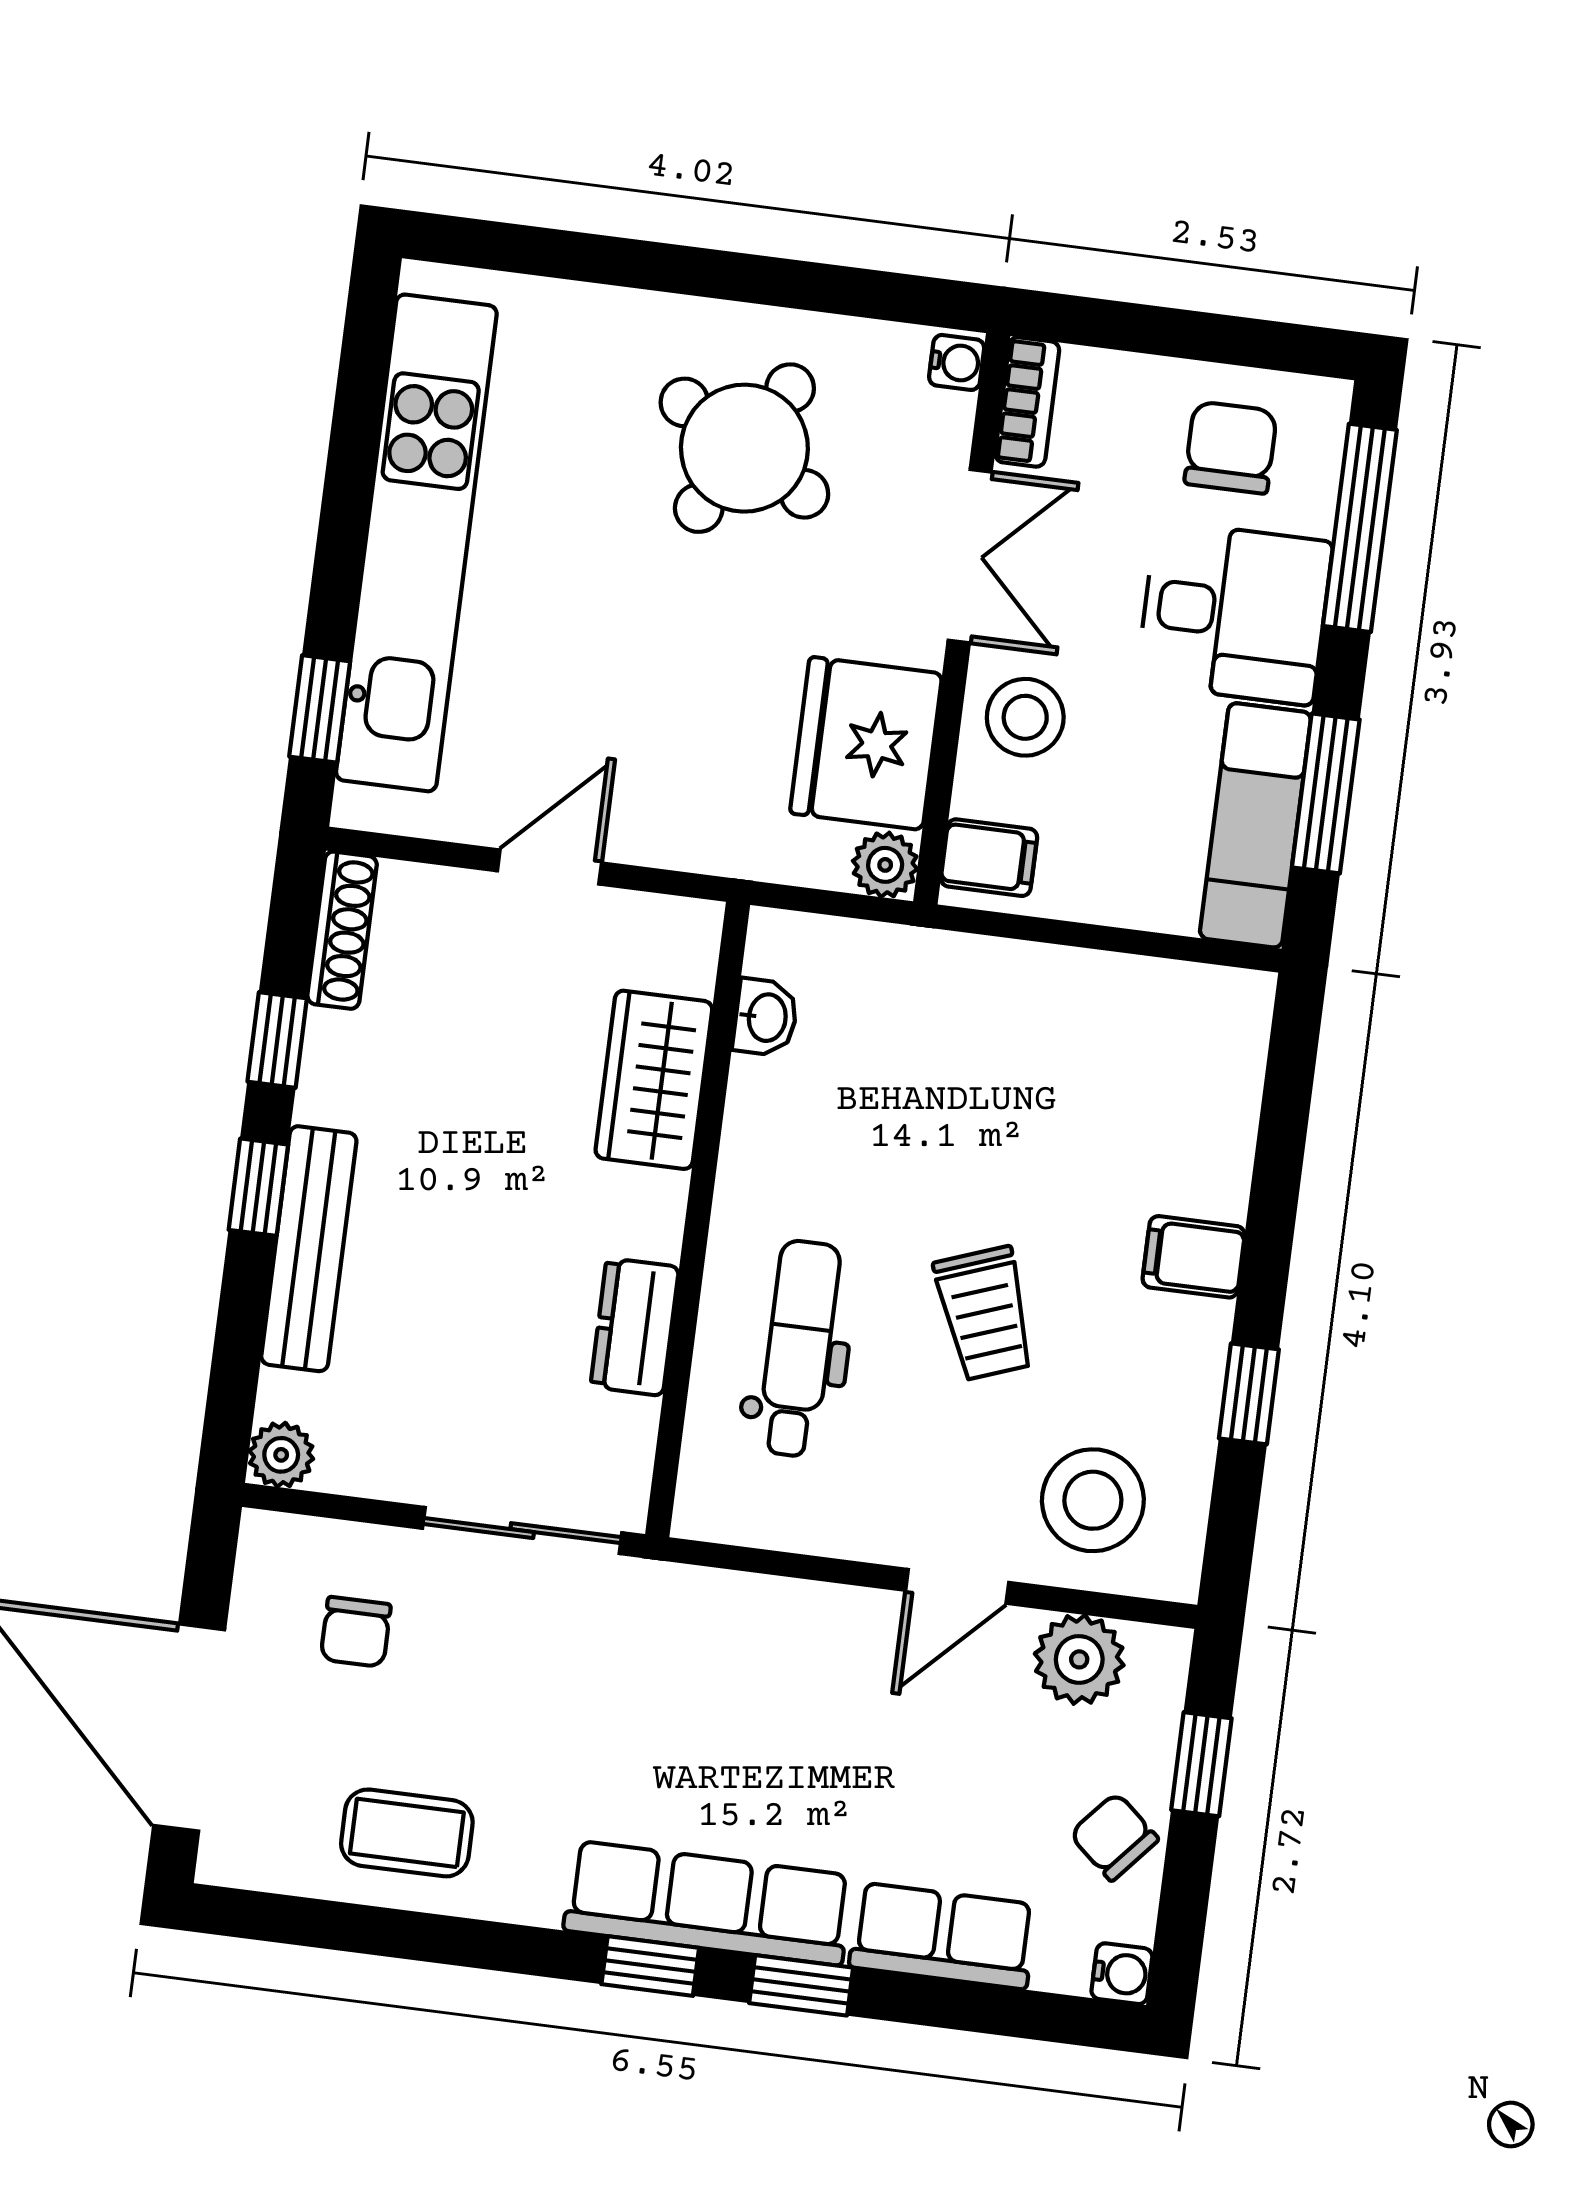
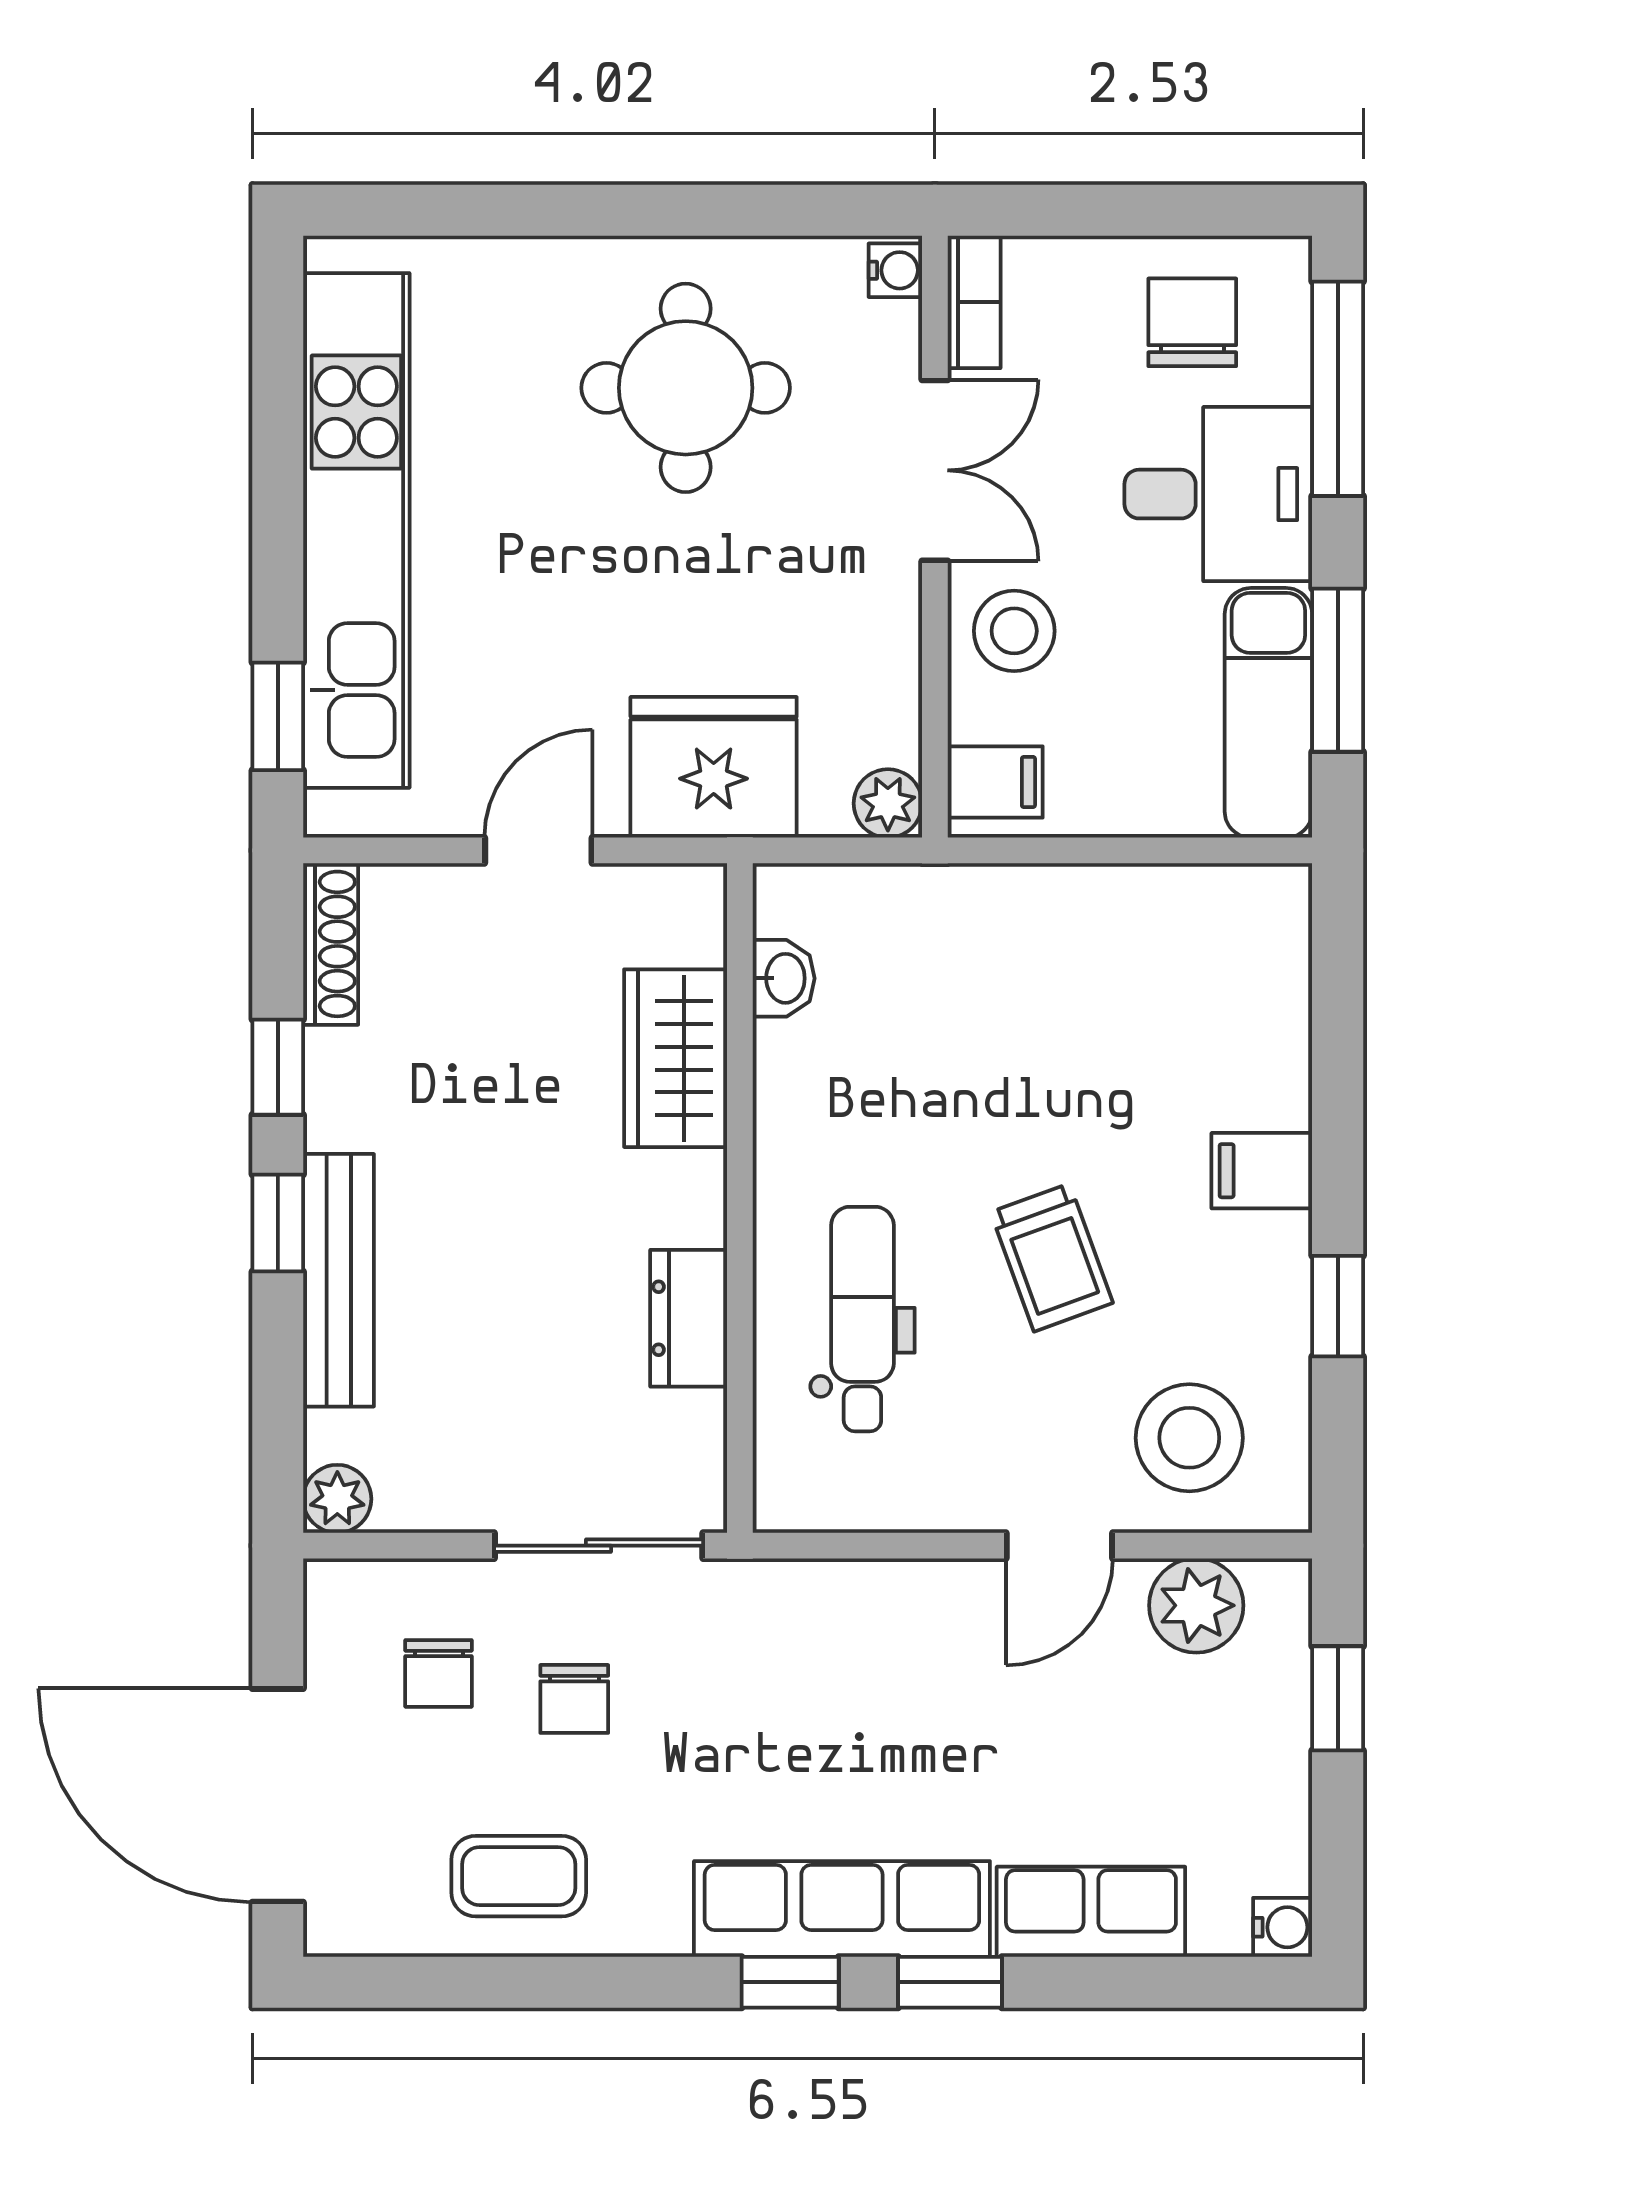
round table: (744, 448) -> (686, 388), turned -30
fridge: (866, 743) -> (714, 767), moved, turned 90
chair: (1114, 1837) -> (574, 1699), moved, turned -131

